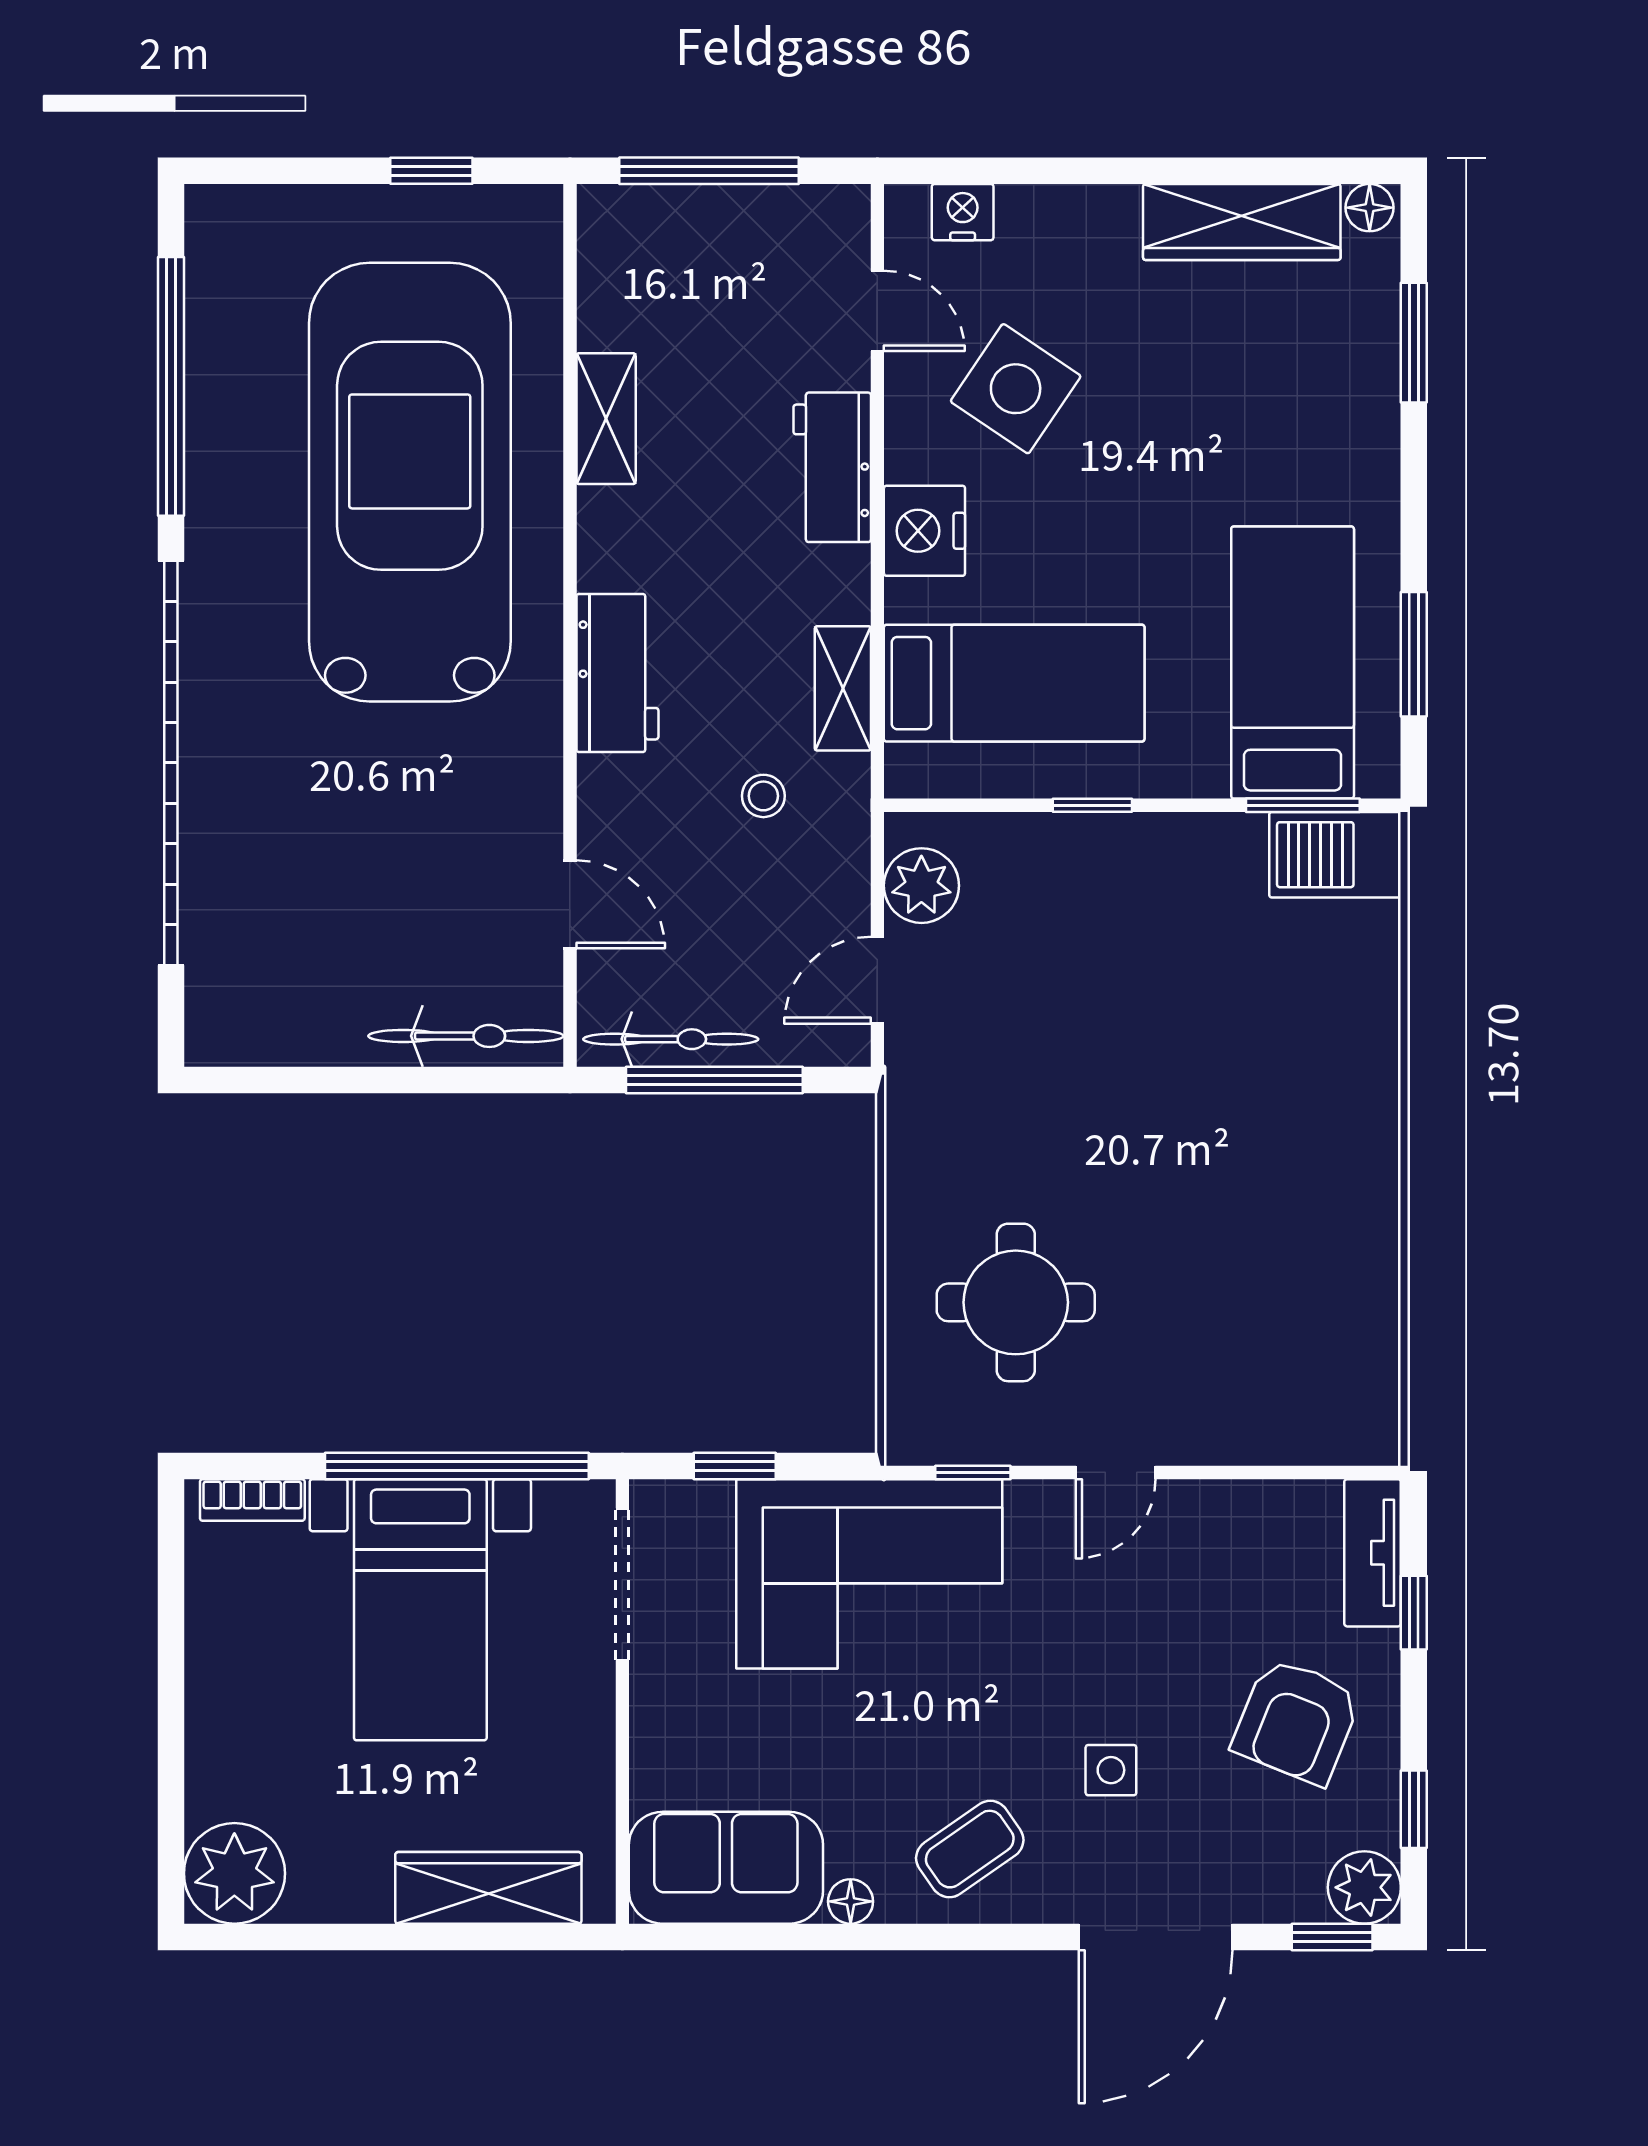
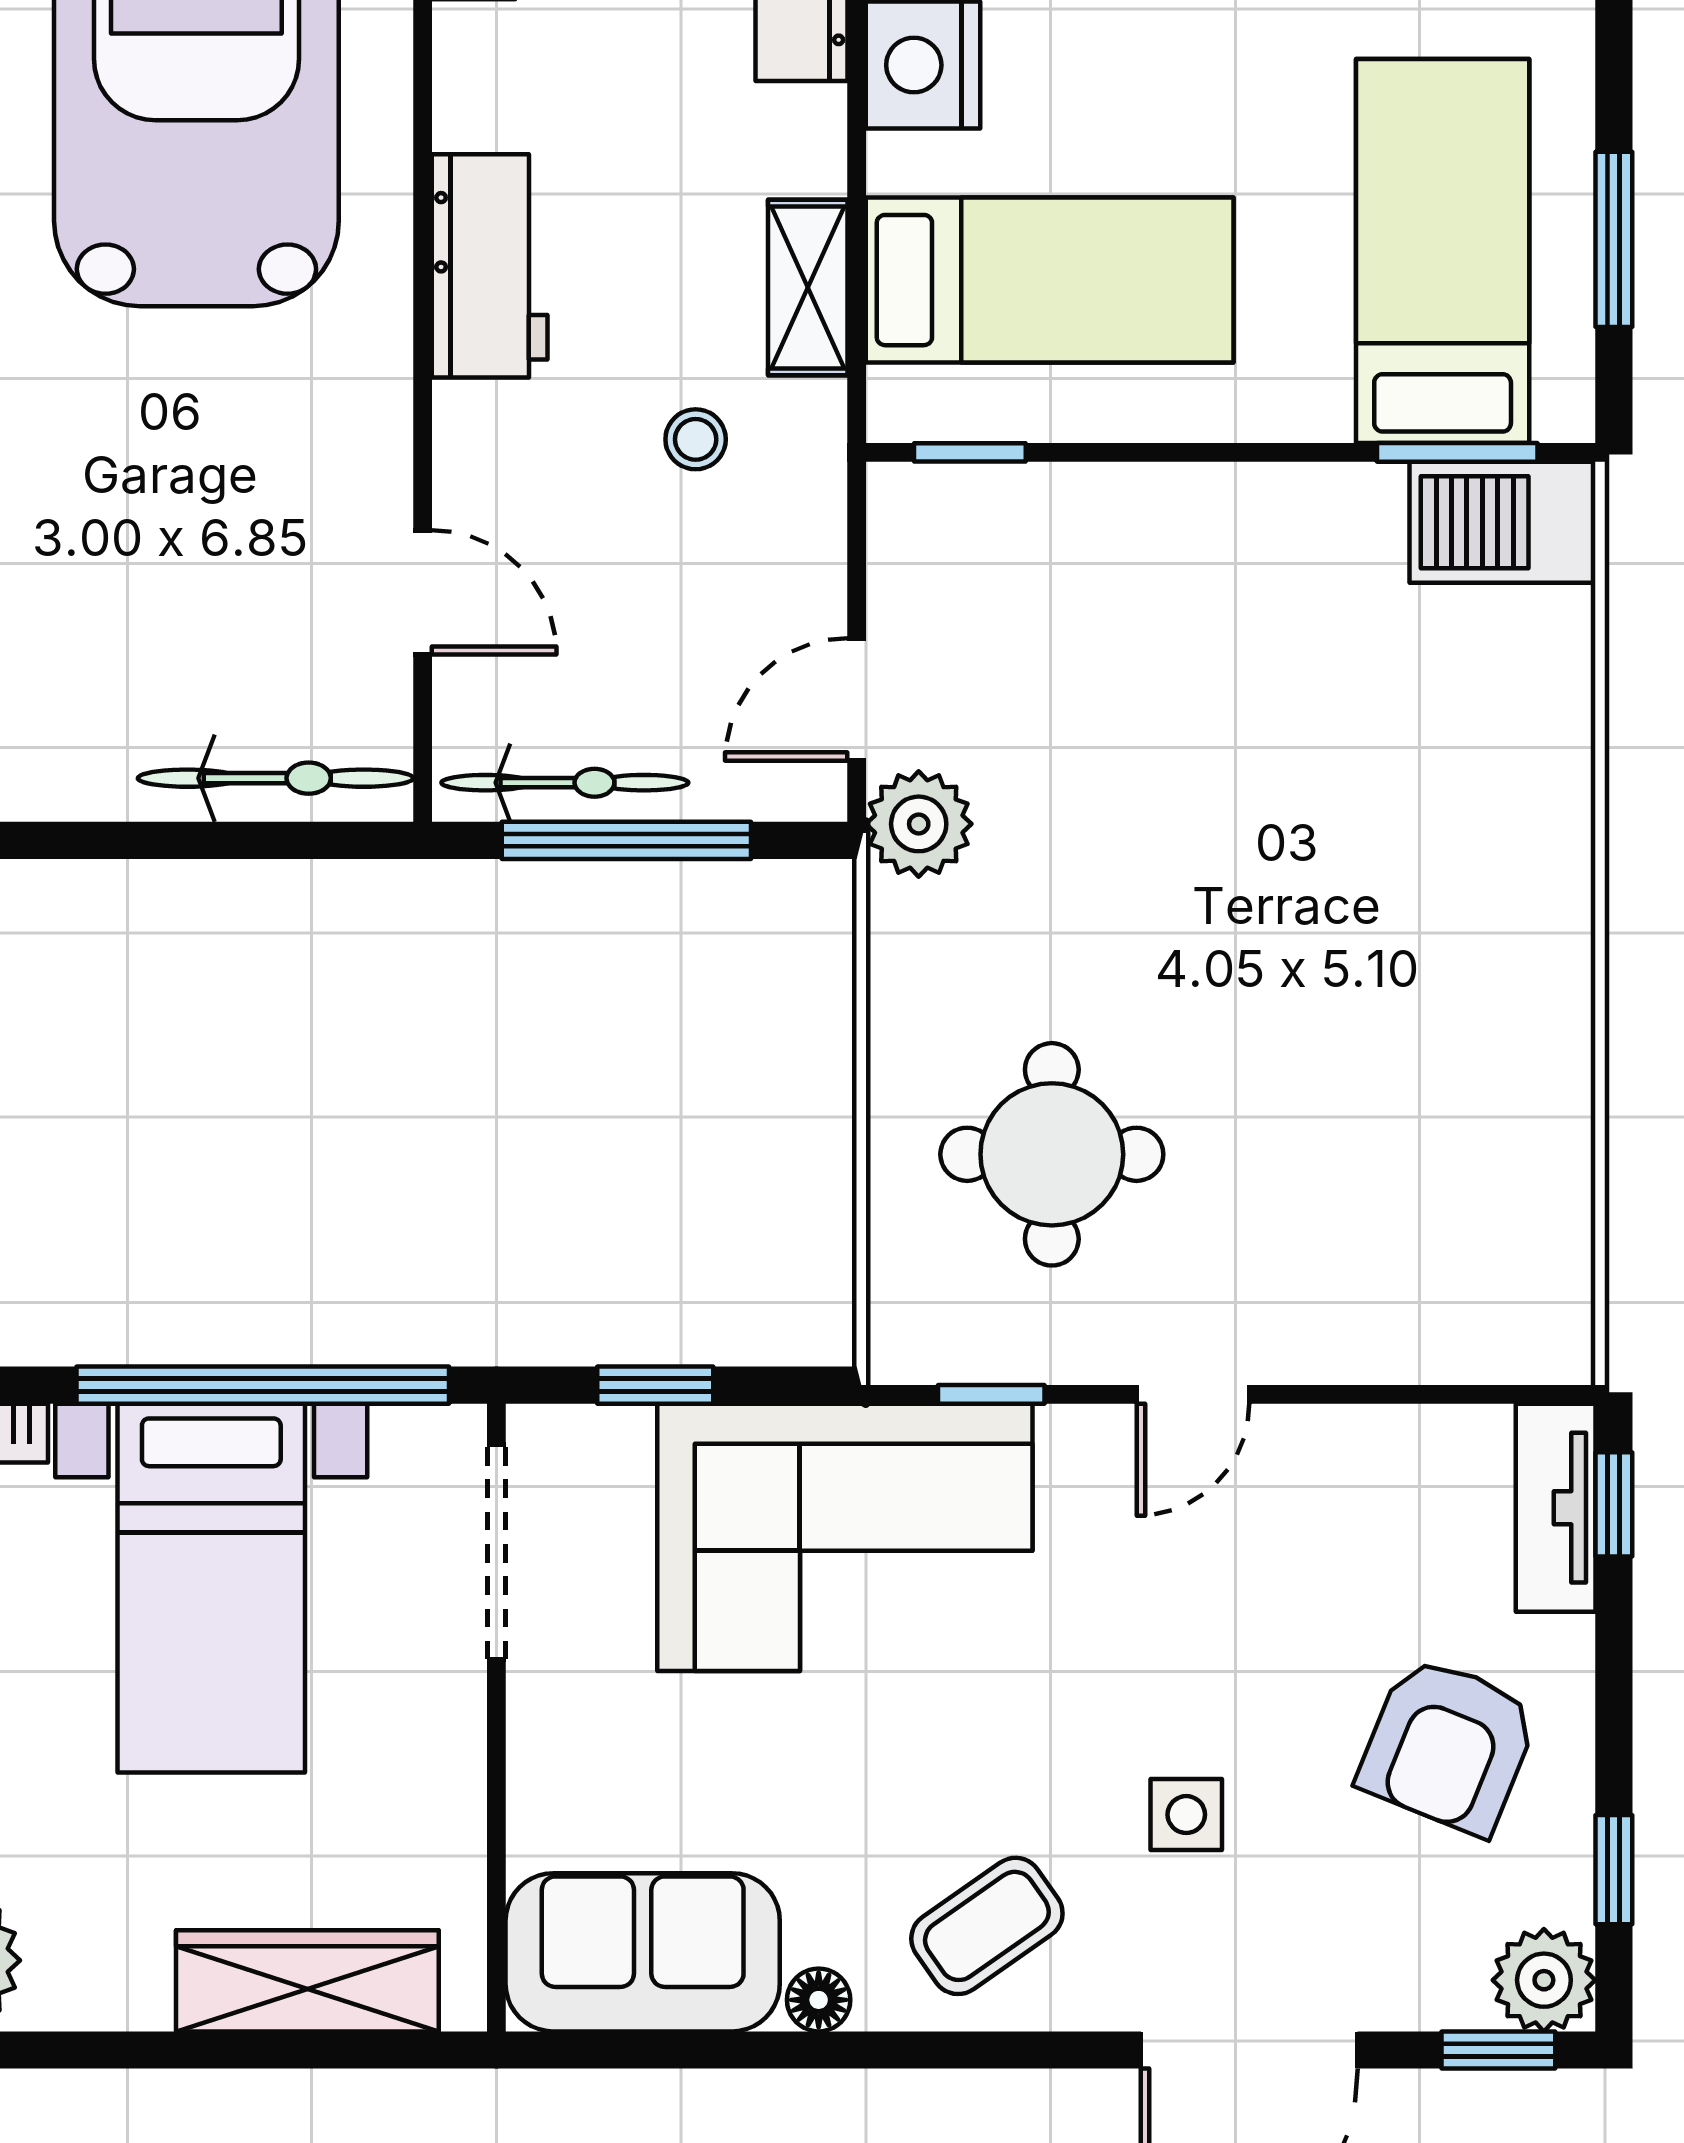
window: (1092, 805) -> (970, 452), moved
plant: (921, 886) -> (919, 824), moved
window: (1414, 1613) -> (1614, 1504), moved

